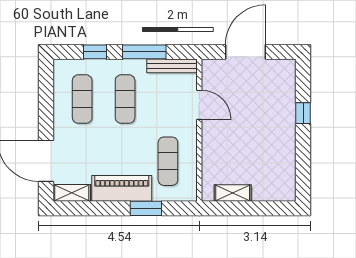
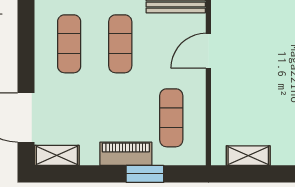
door: (199, 105) -> (208, 51), swing flipped
piano: (122, 188) -> (126, 154), width x0.73, depth x0.75

